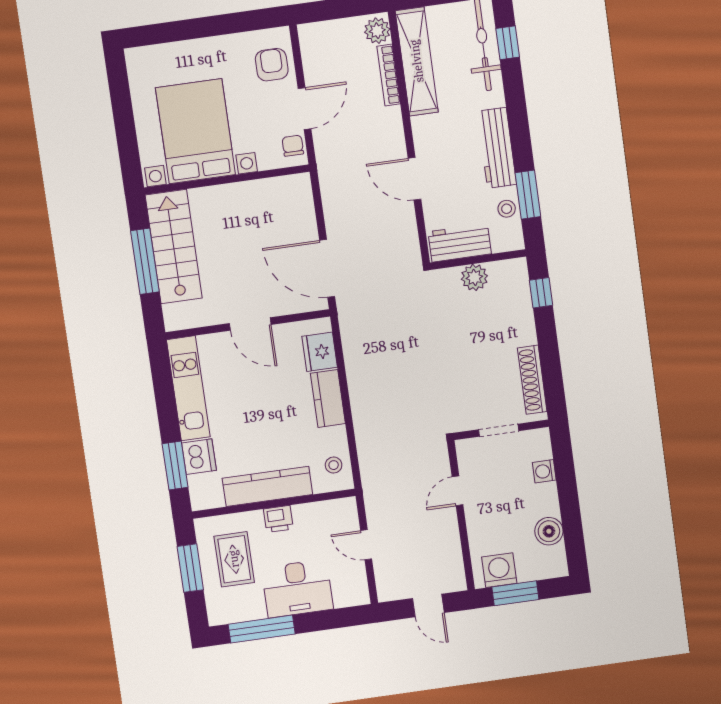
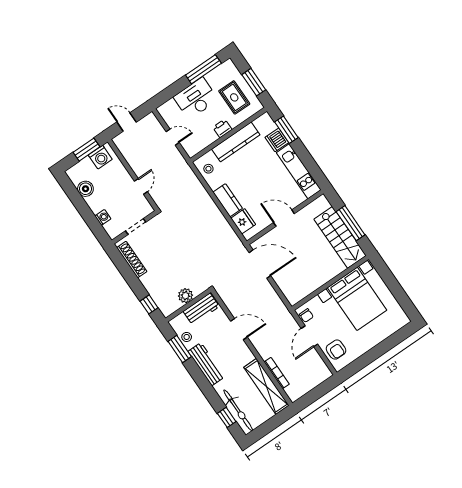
plant: (377, 31) -> (293, 392), removed

